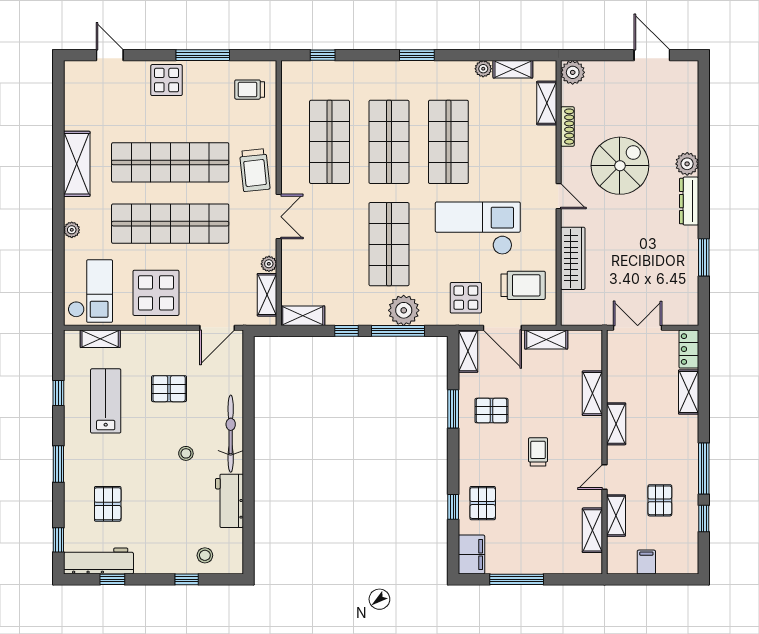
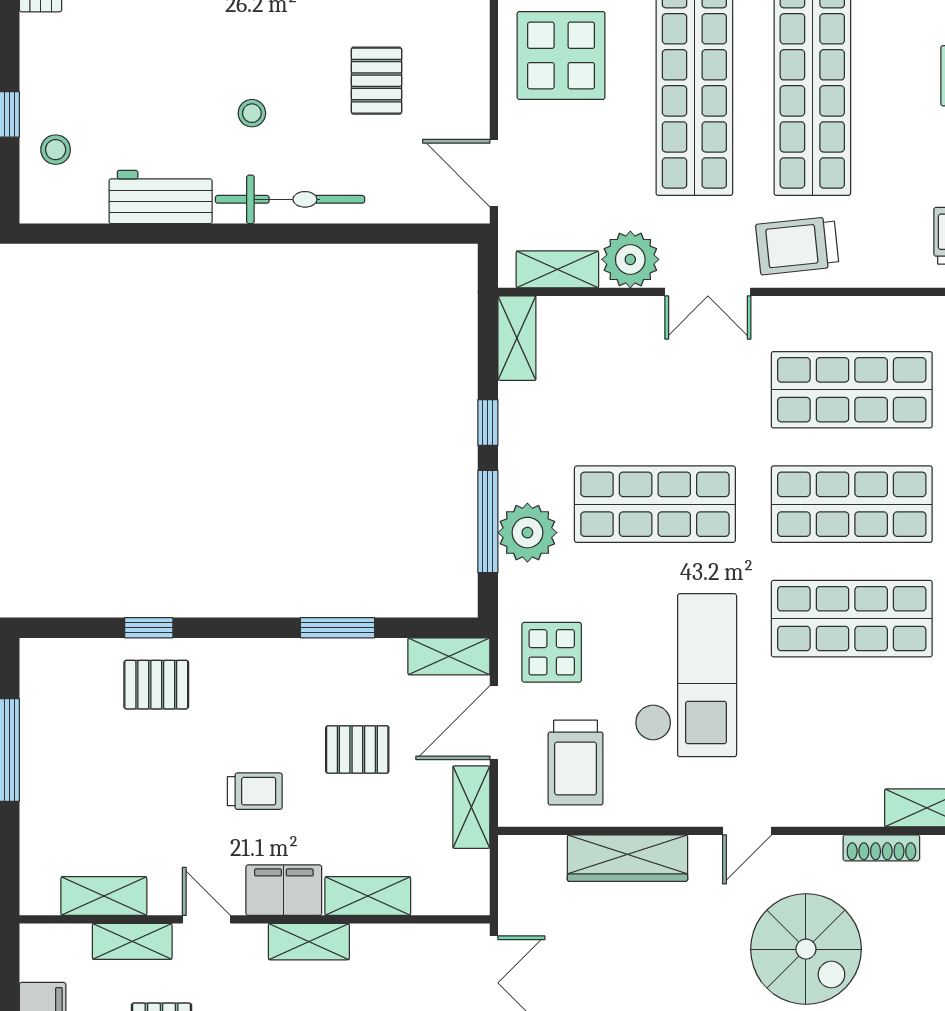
plant: (269, 264) -> (630, 259), width x1.87, depth x1.87
pallet: (491, 411) -> (357, 750), moved, turned 90
filing cabinet: (471, 554) -> (284, 890), moved, turned 180

